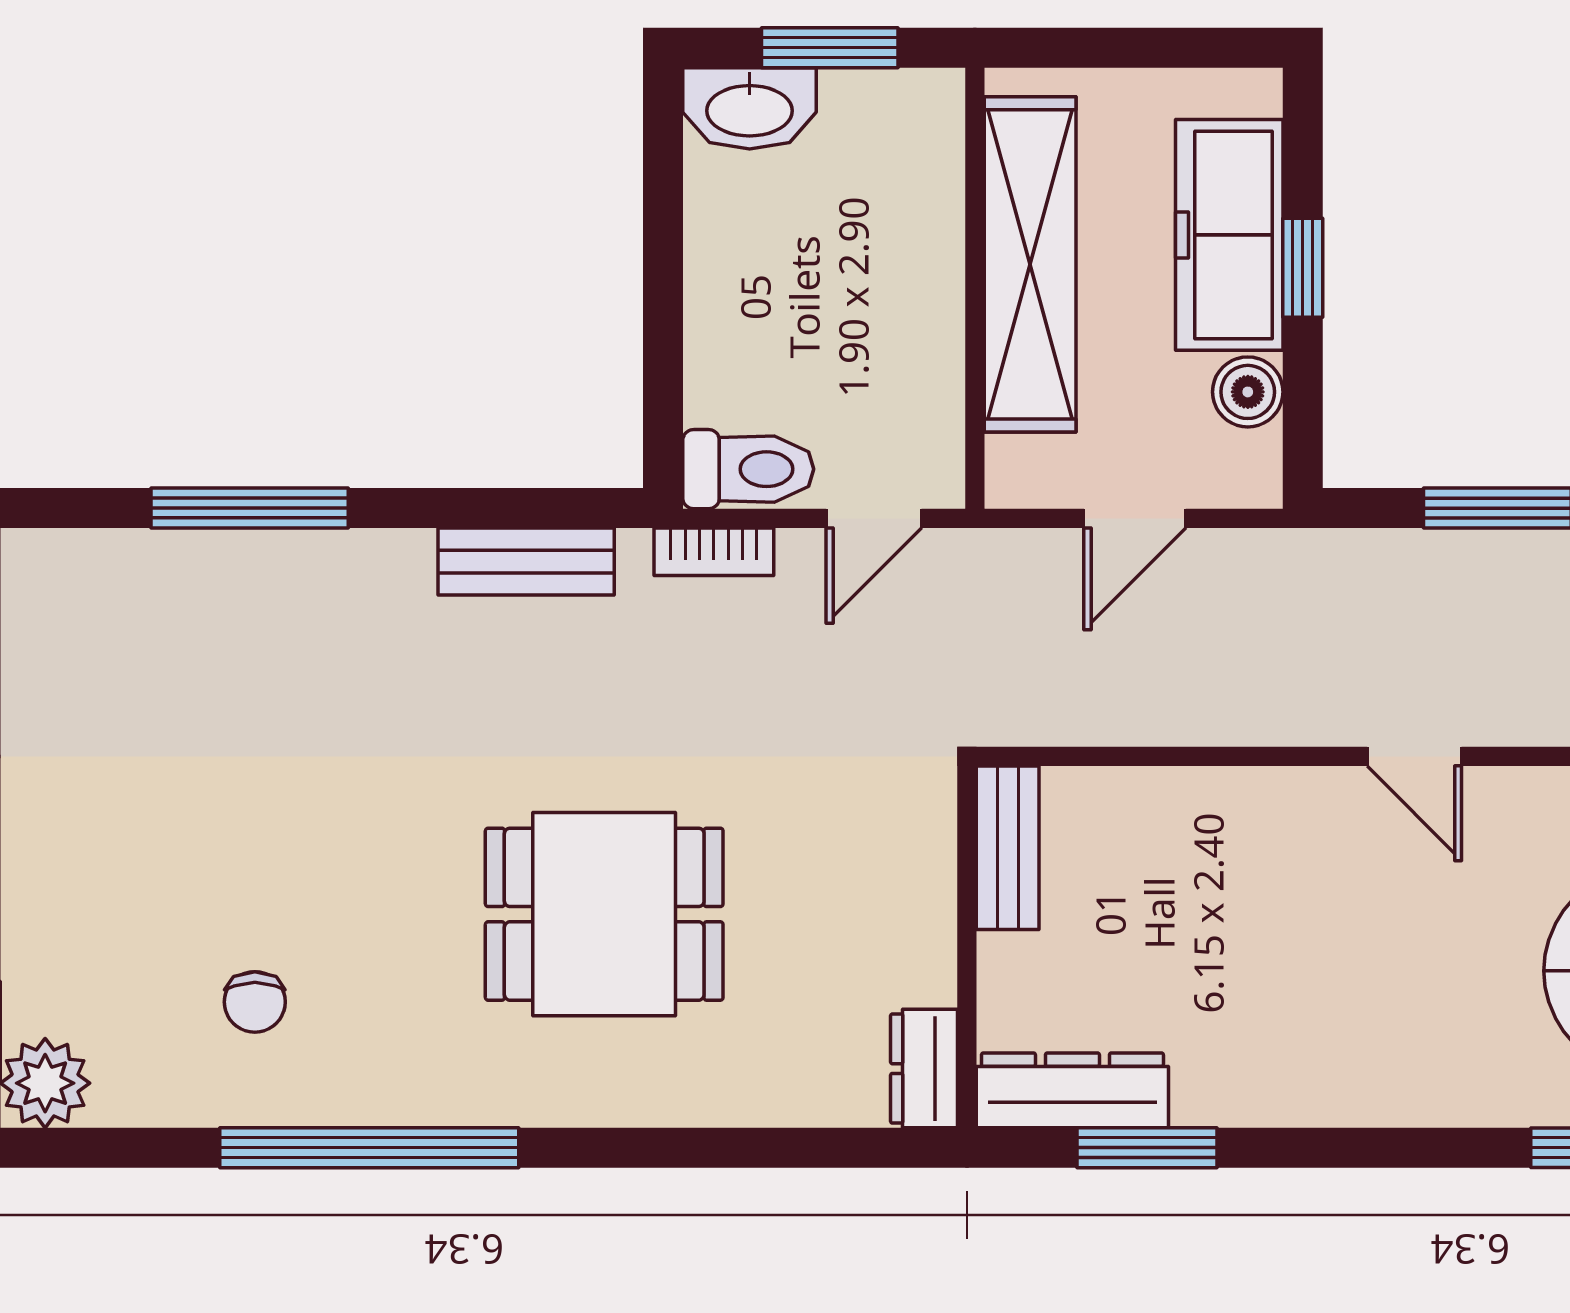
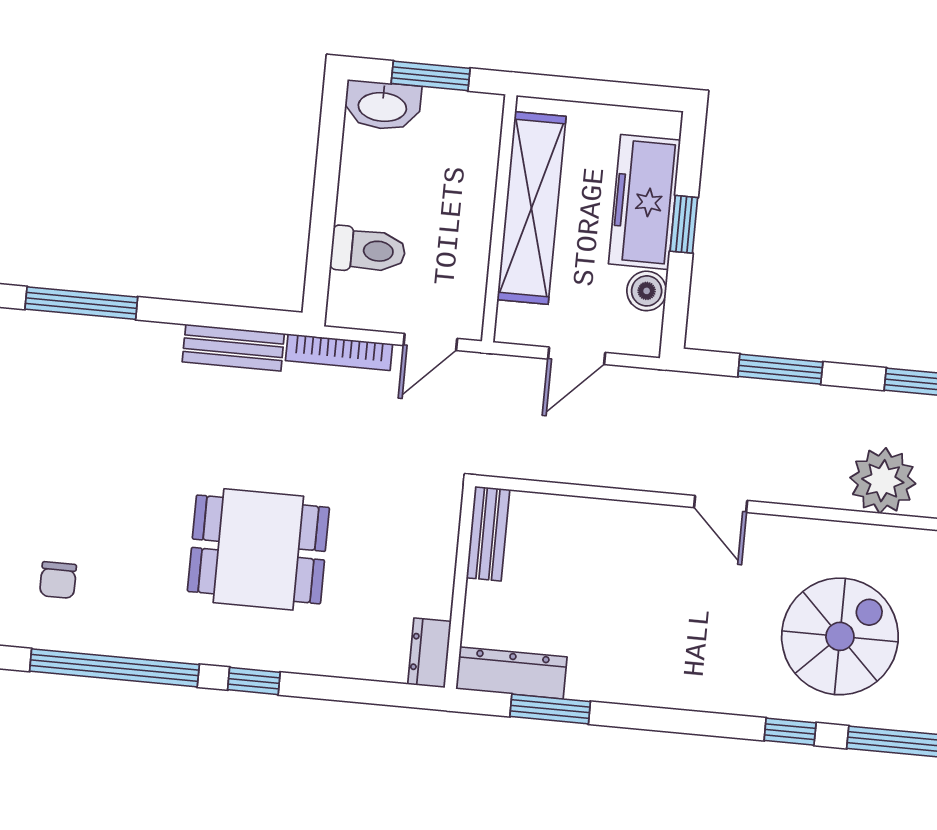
toilet: (748, 469) -> (368, 250), moved
bookcase: (714, 552) -> (339, 352), width x1.56
window: (618, 1148) -> (254, 681), added

